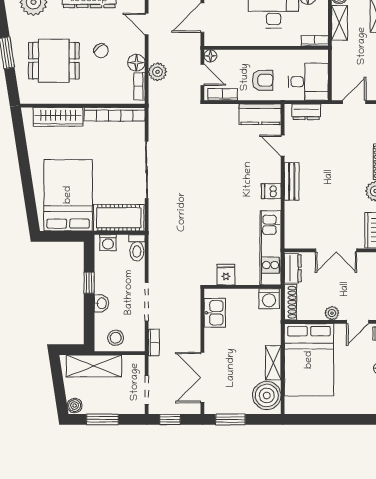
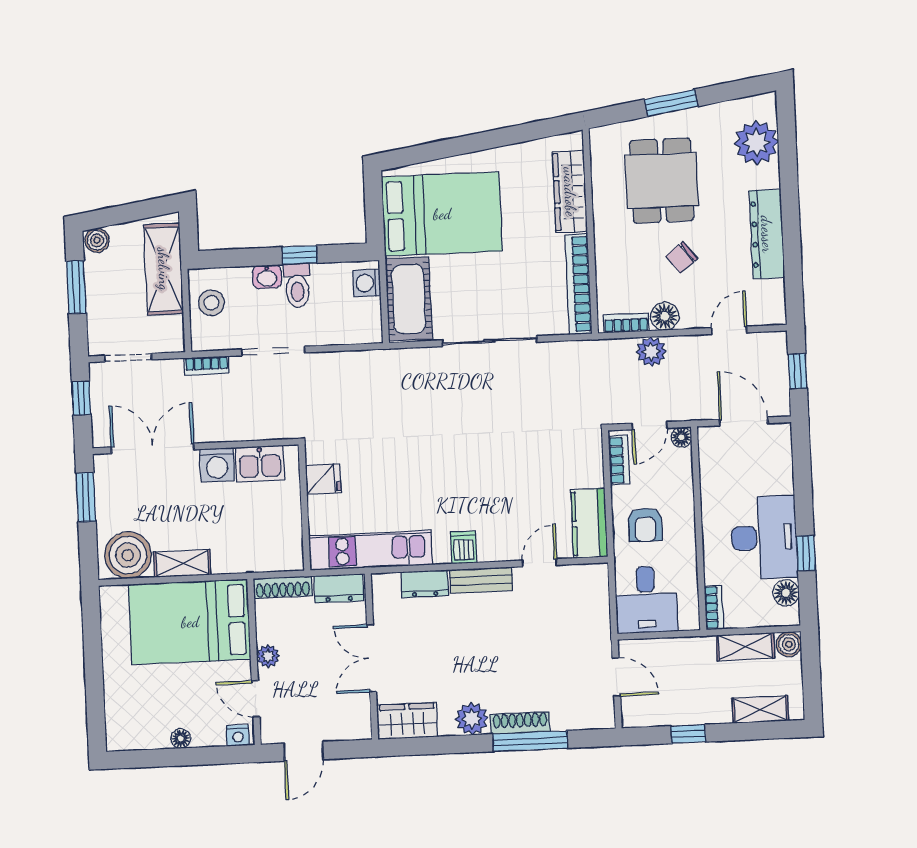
dresser: (306, 112) -> (425, 584), moved, turned -90
toilet: (137, 248) -> (297, 286), moved, turned -90
washing machine: (269, 299) -> (217, 465), moved, turned -90

